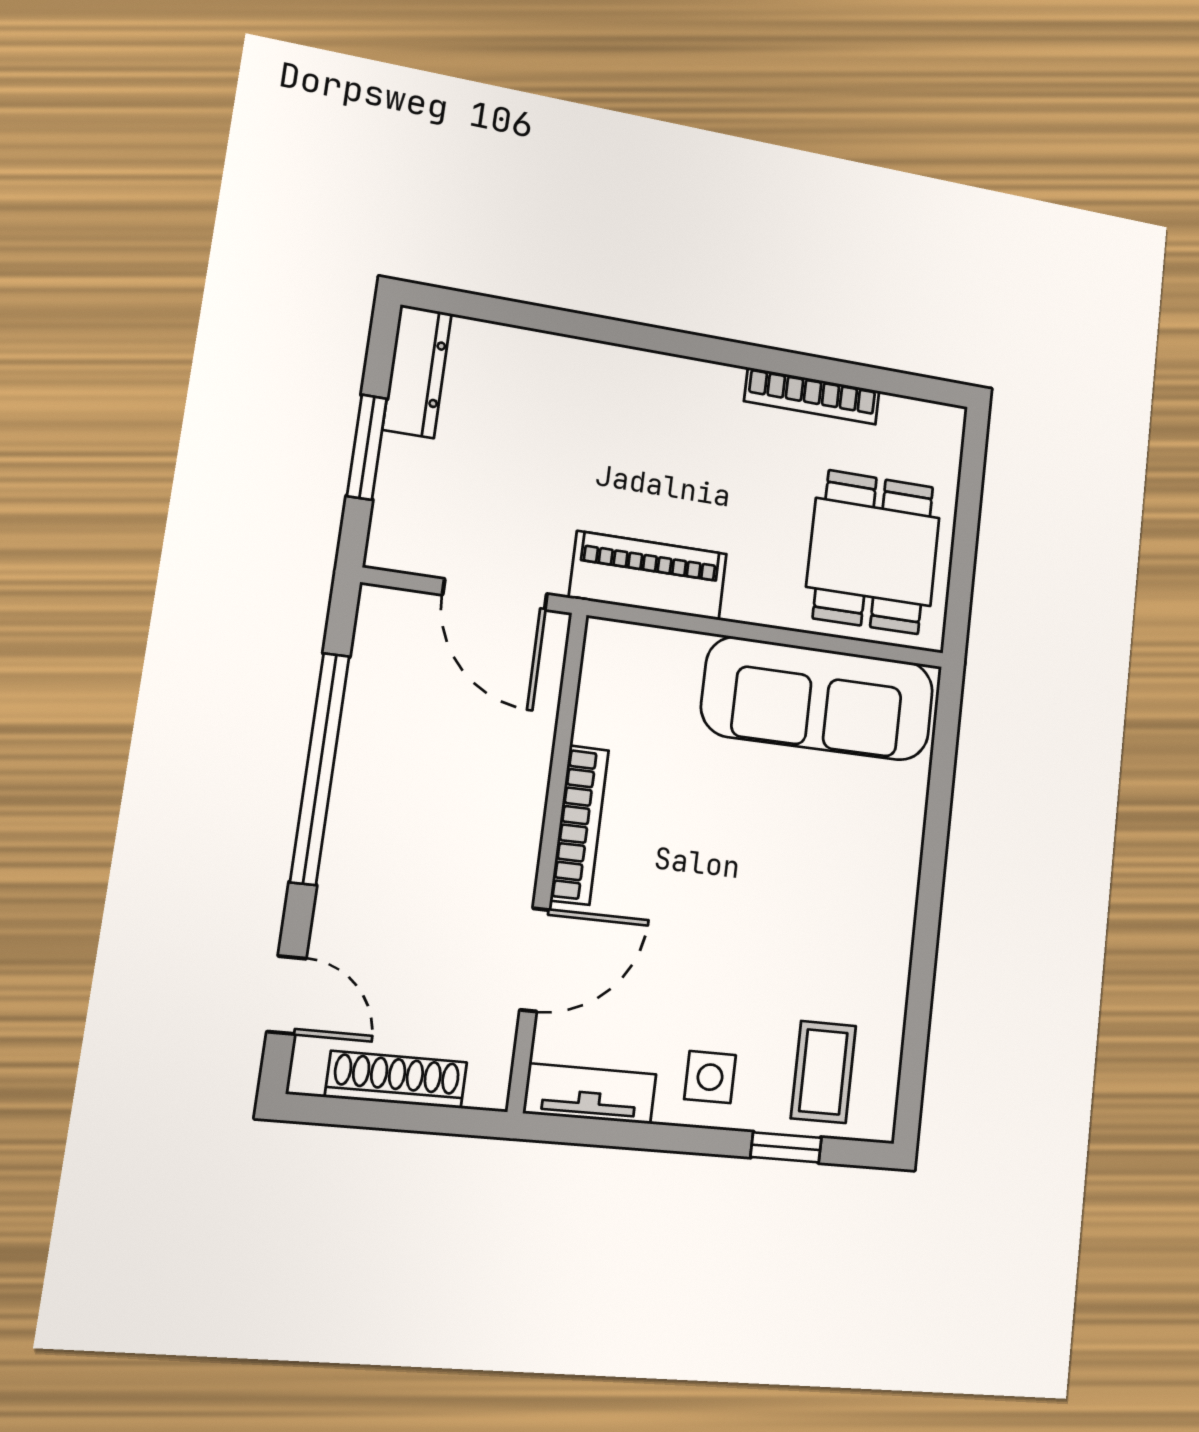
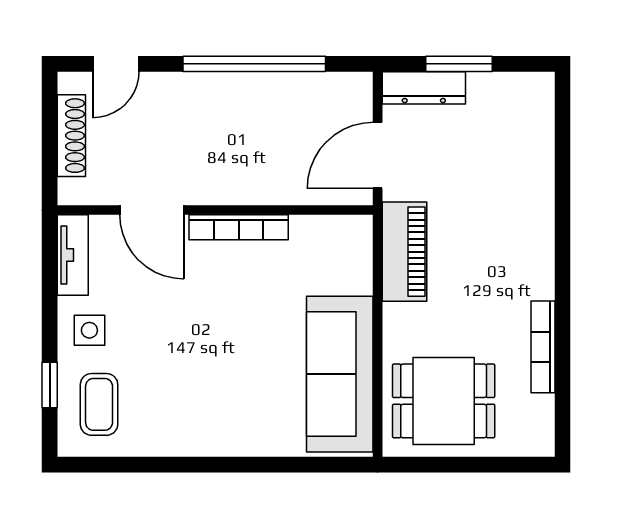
dresser: (417, 371) -> (424, 88), moved
coffee table: (823, 1072) -> (99, 404), turned 90

